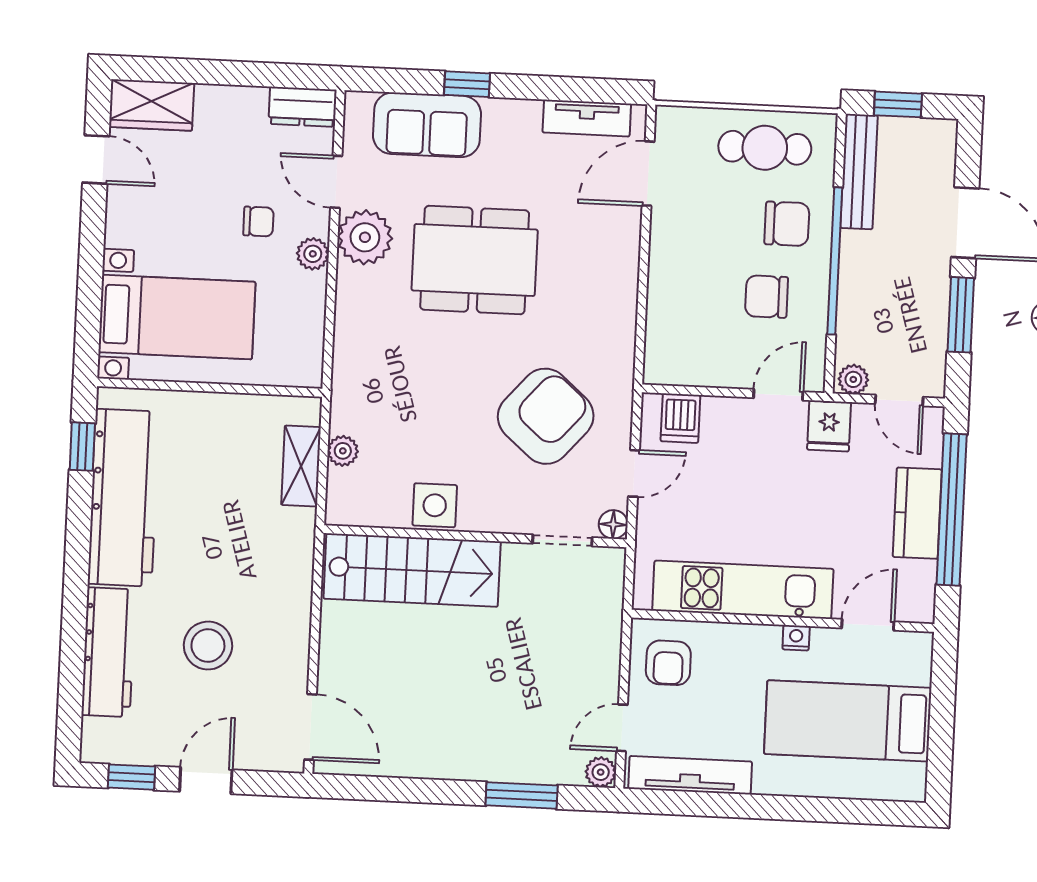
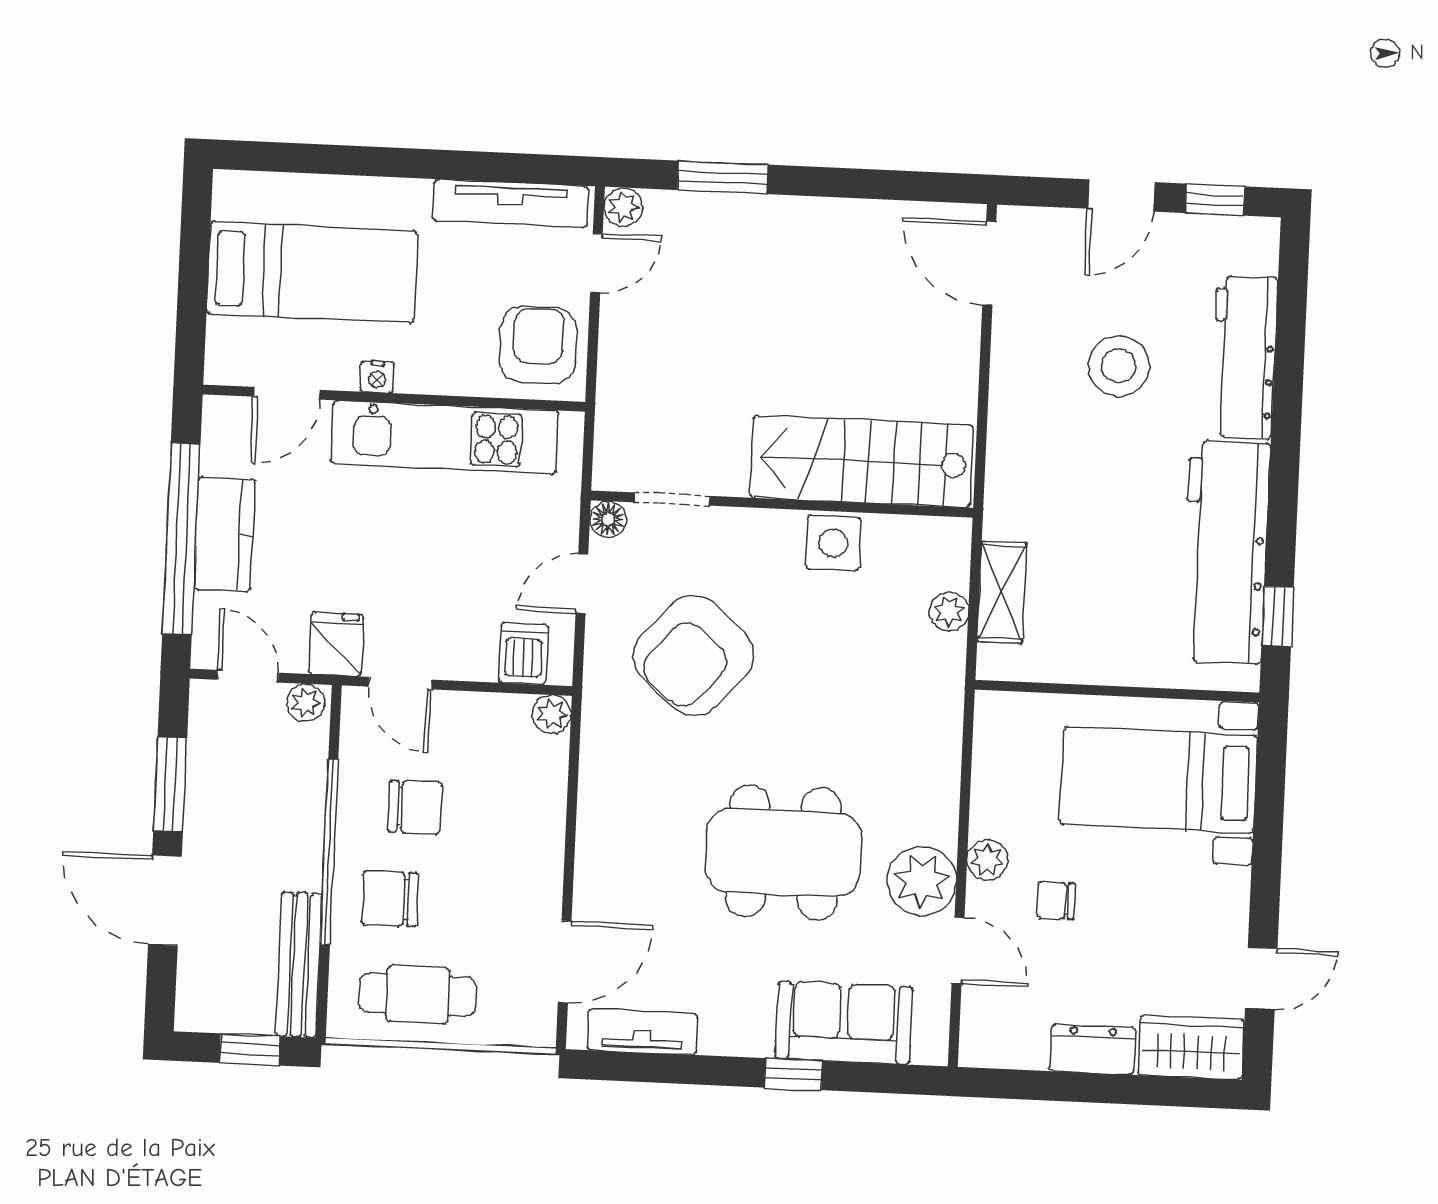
dresser: (303, 107) -> (1093, 1049), moved
door: (96, 159) -> (1261, 978), swing flipped
plant: (658, 370) -> (552, 714), added
door: (778, 395) -> (400, 683), hinge flipped
armchair: (668, 663) -> (538, 345), width x1.38, depth x1.38

